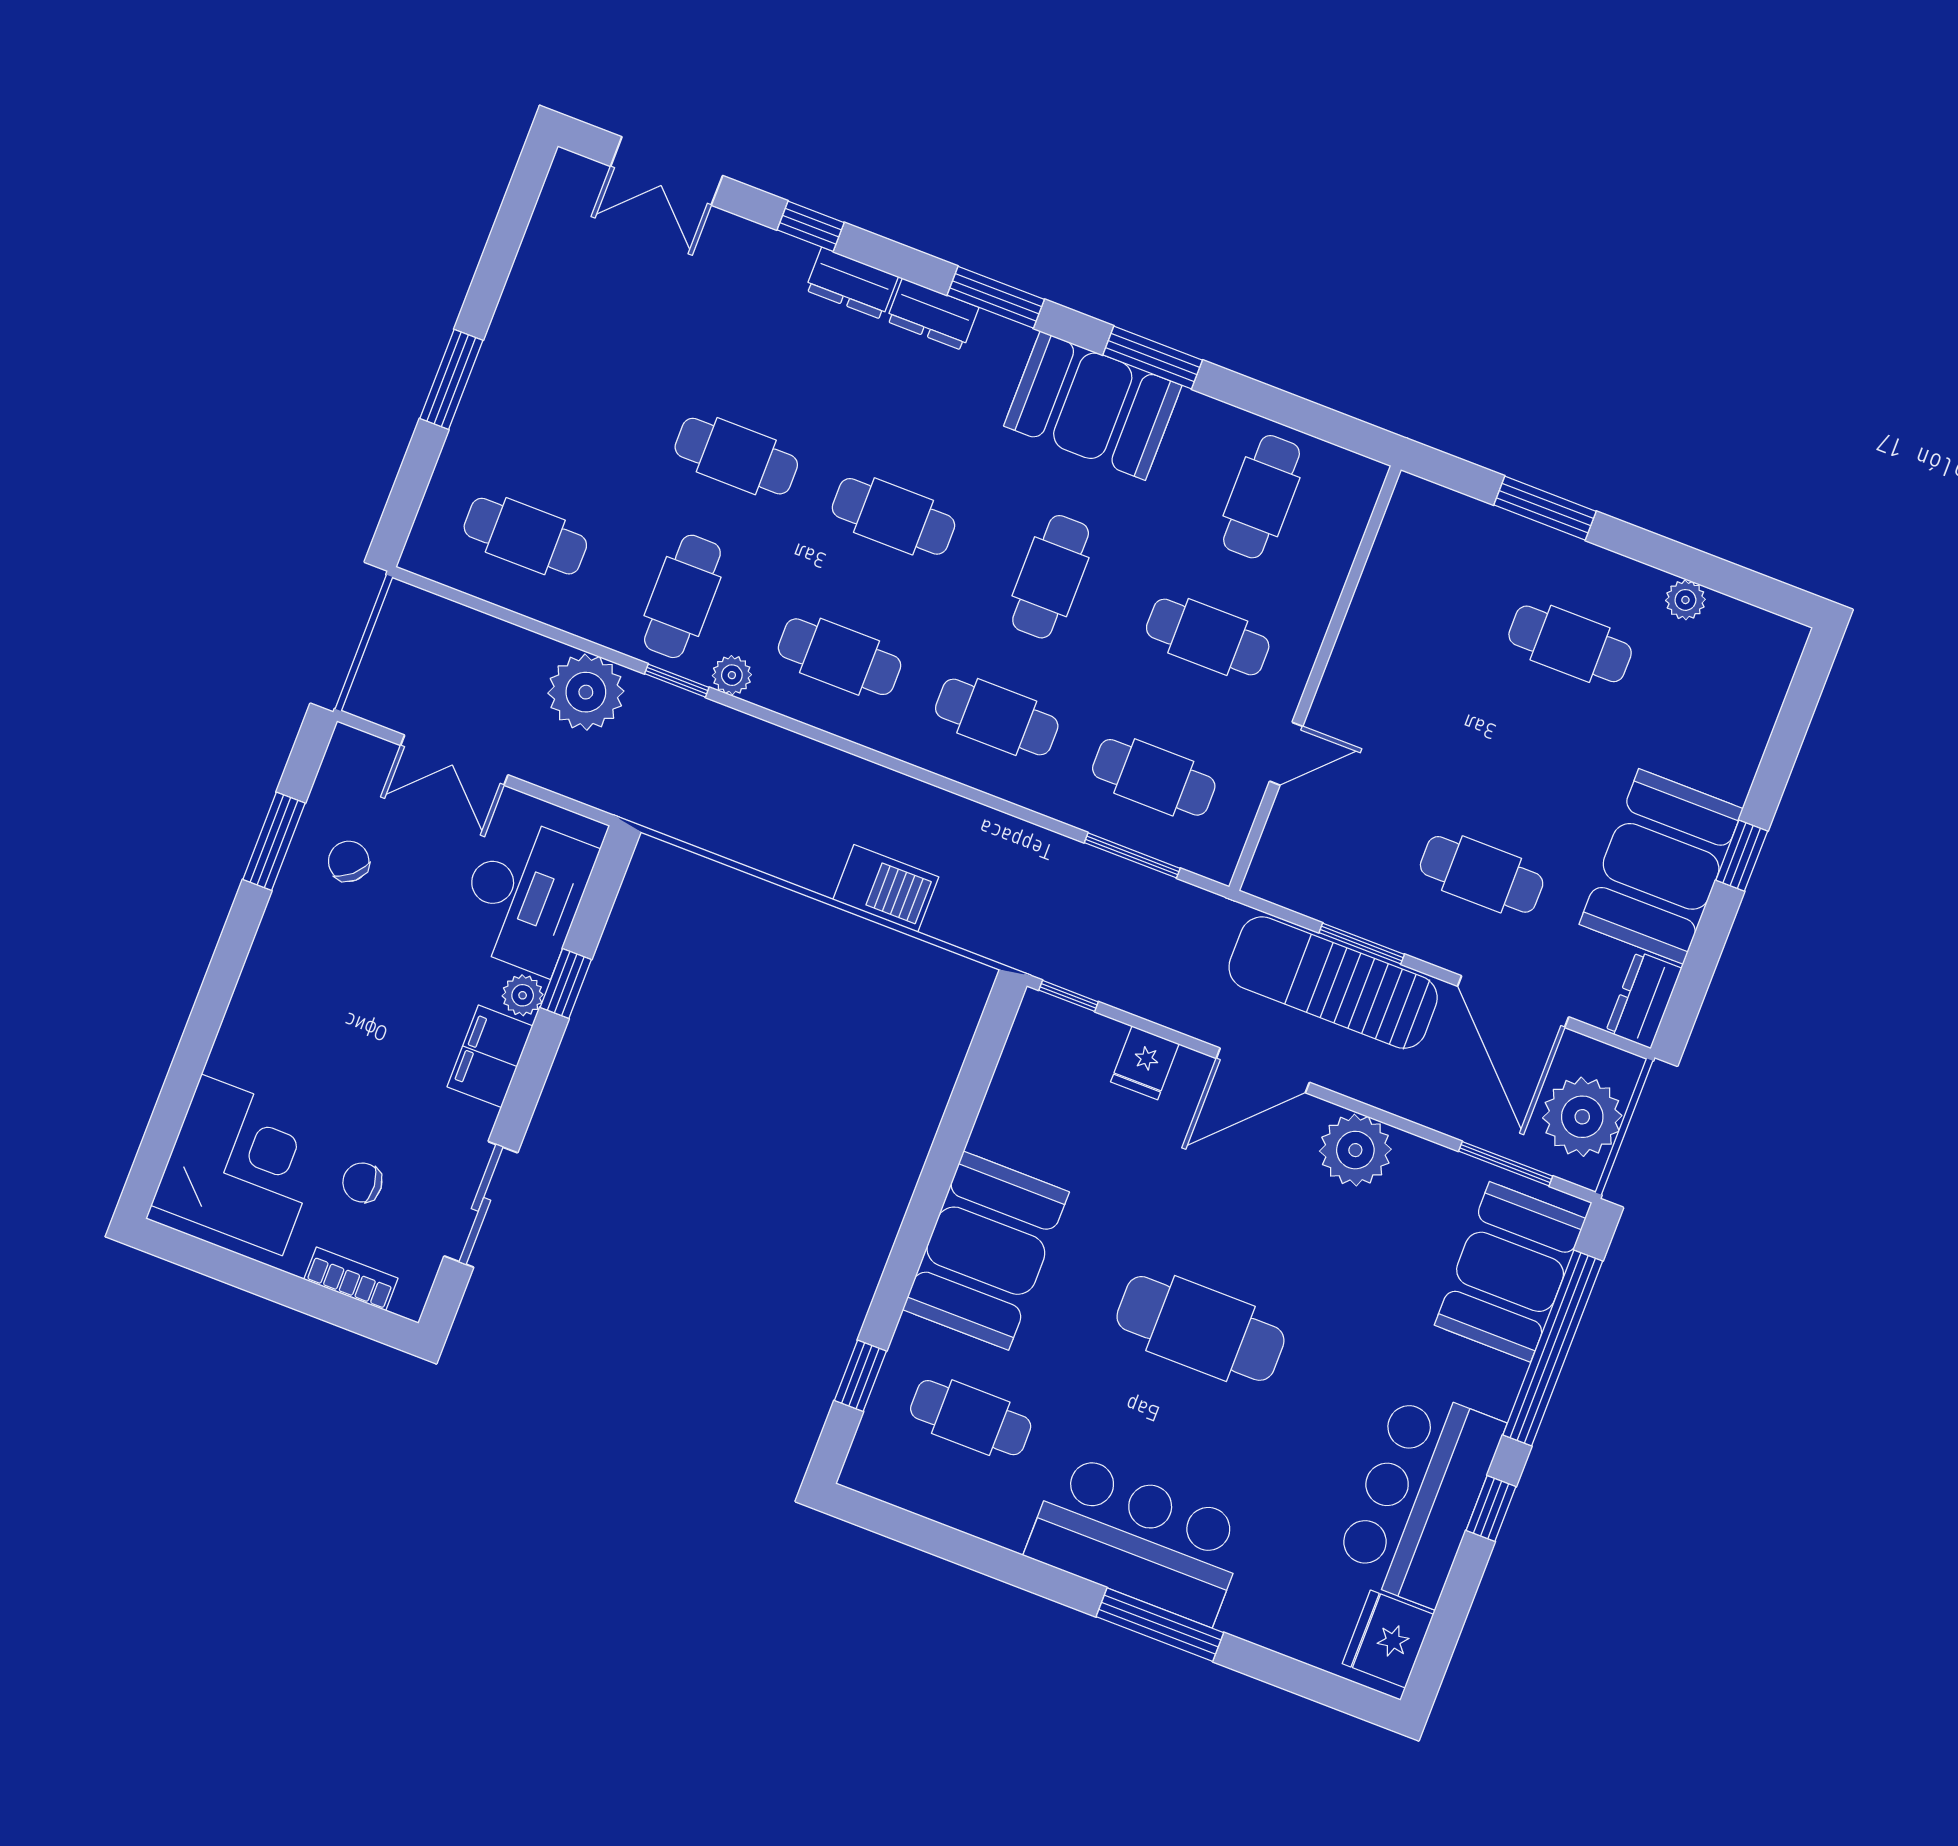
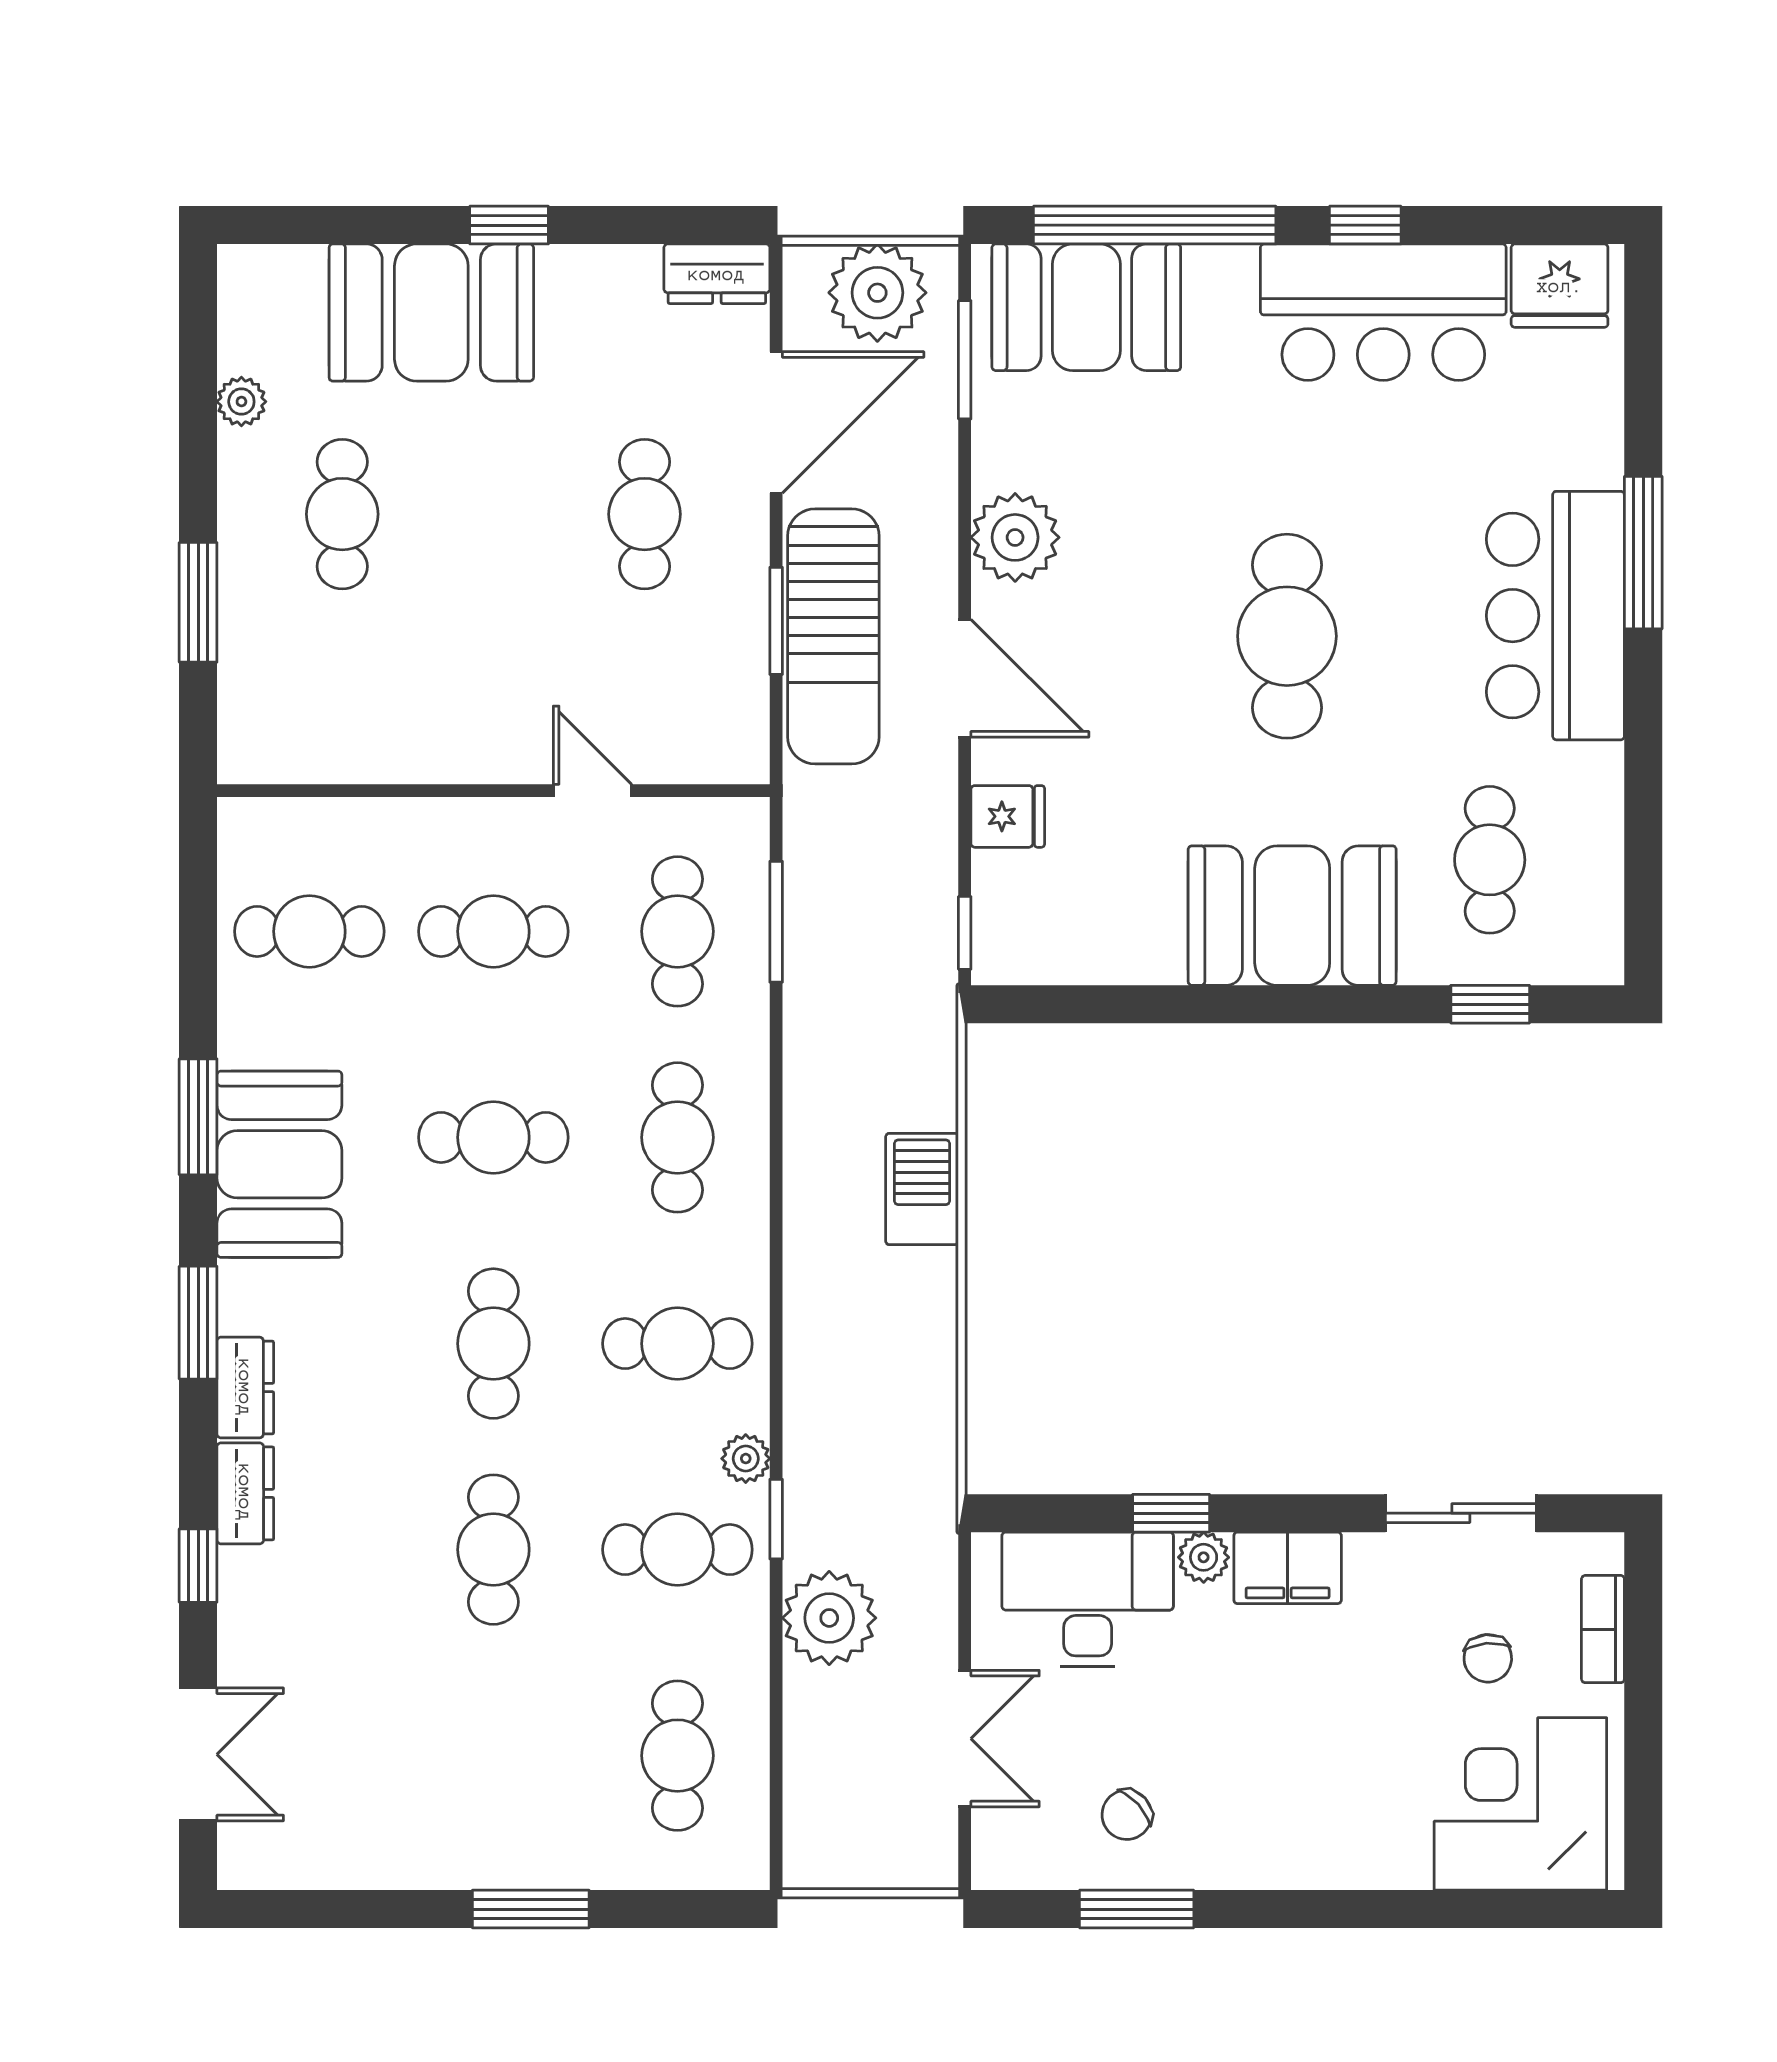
cafe table: (1208, 637) -> (493, 931), turned 90
cafe table: (840, 657) -> (677, 1344), turned 90
booth: (1661, 866) -> (431, 313), moved

